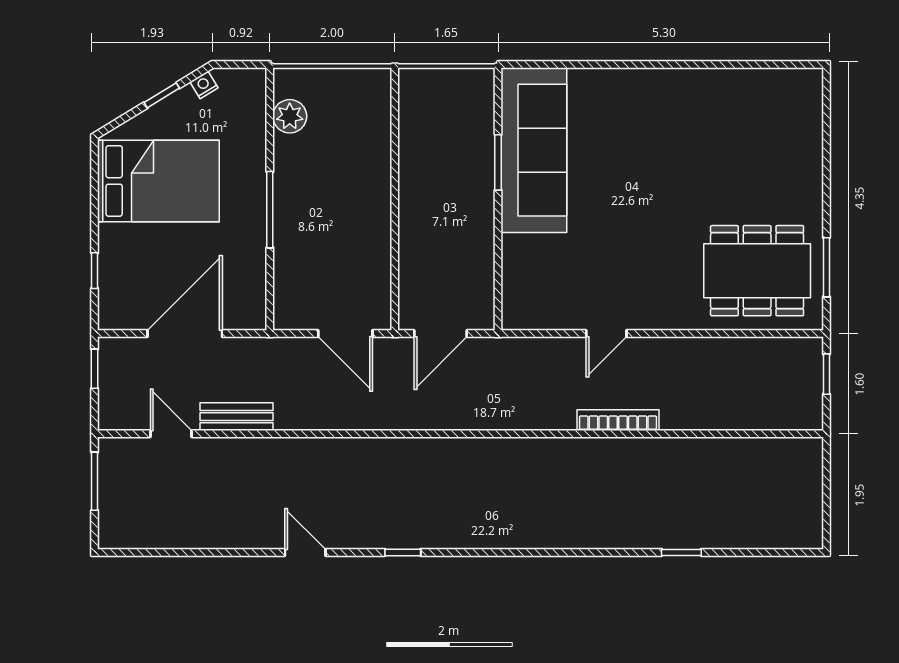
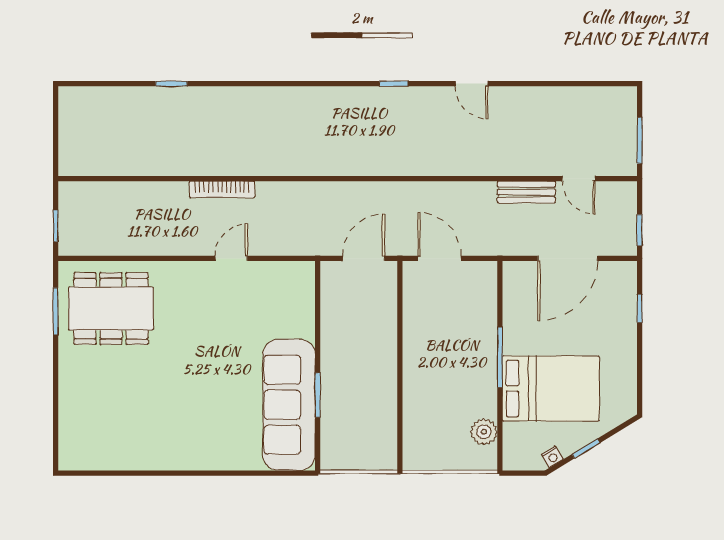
bed: (158, 181) -> (551, 389), moved, turned 180

